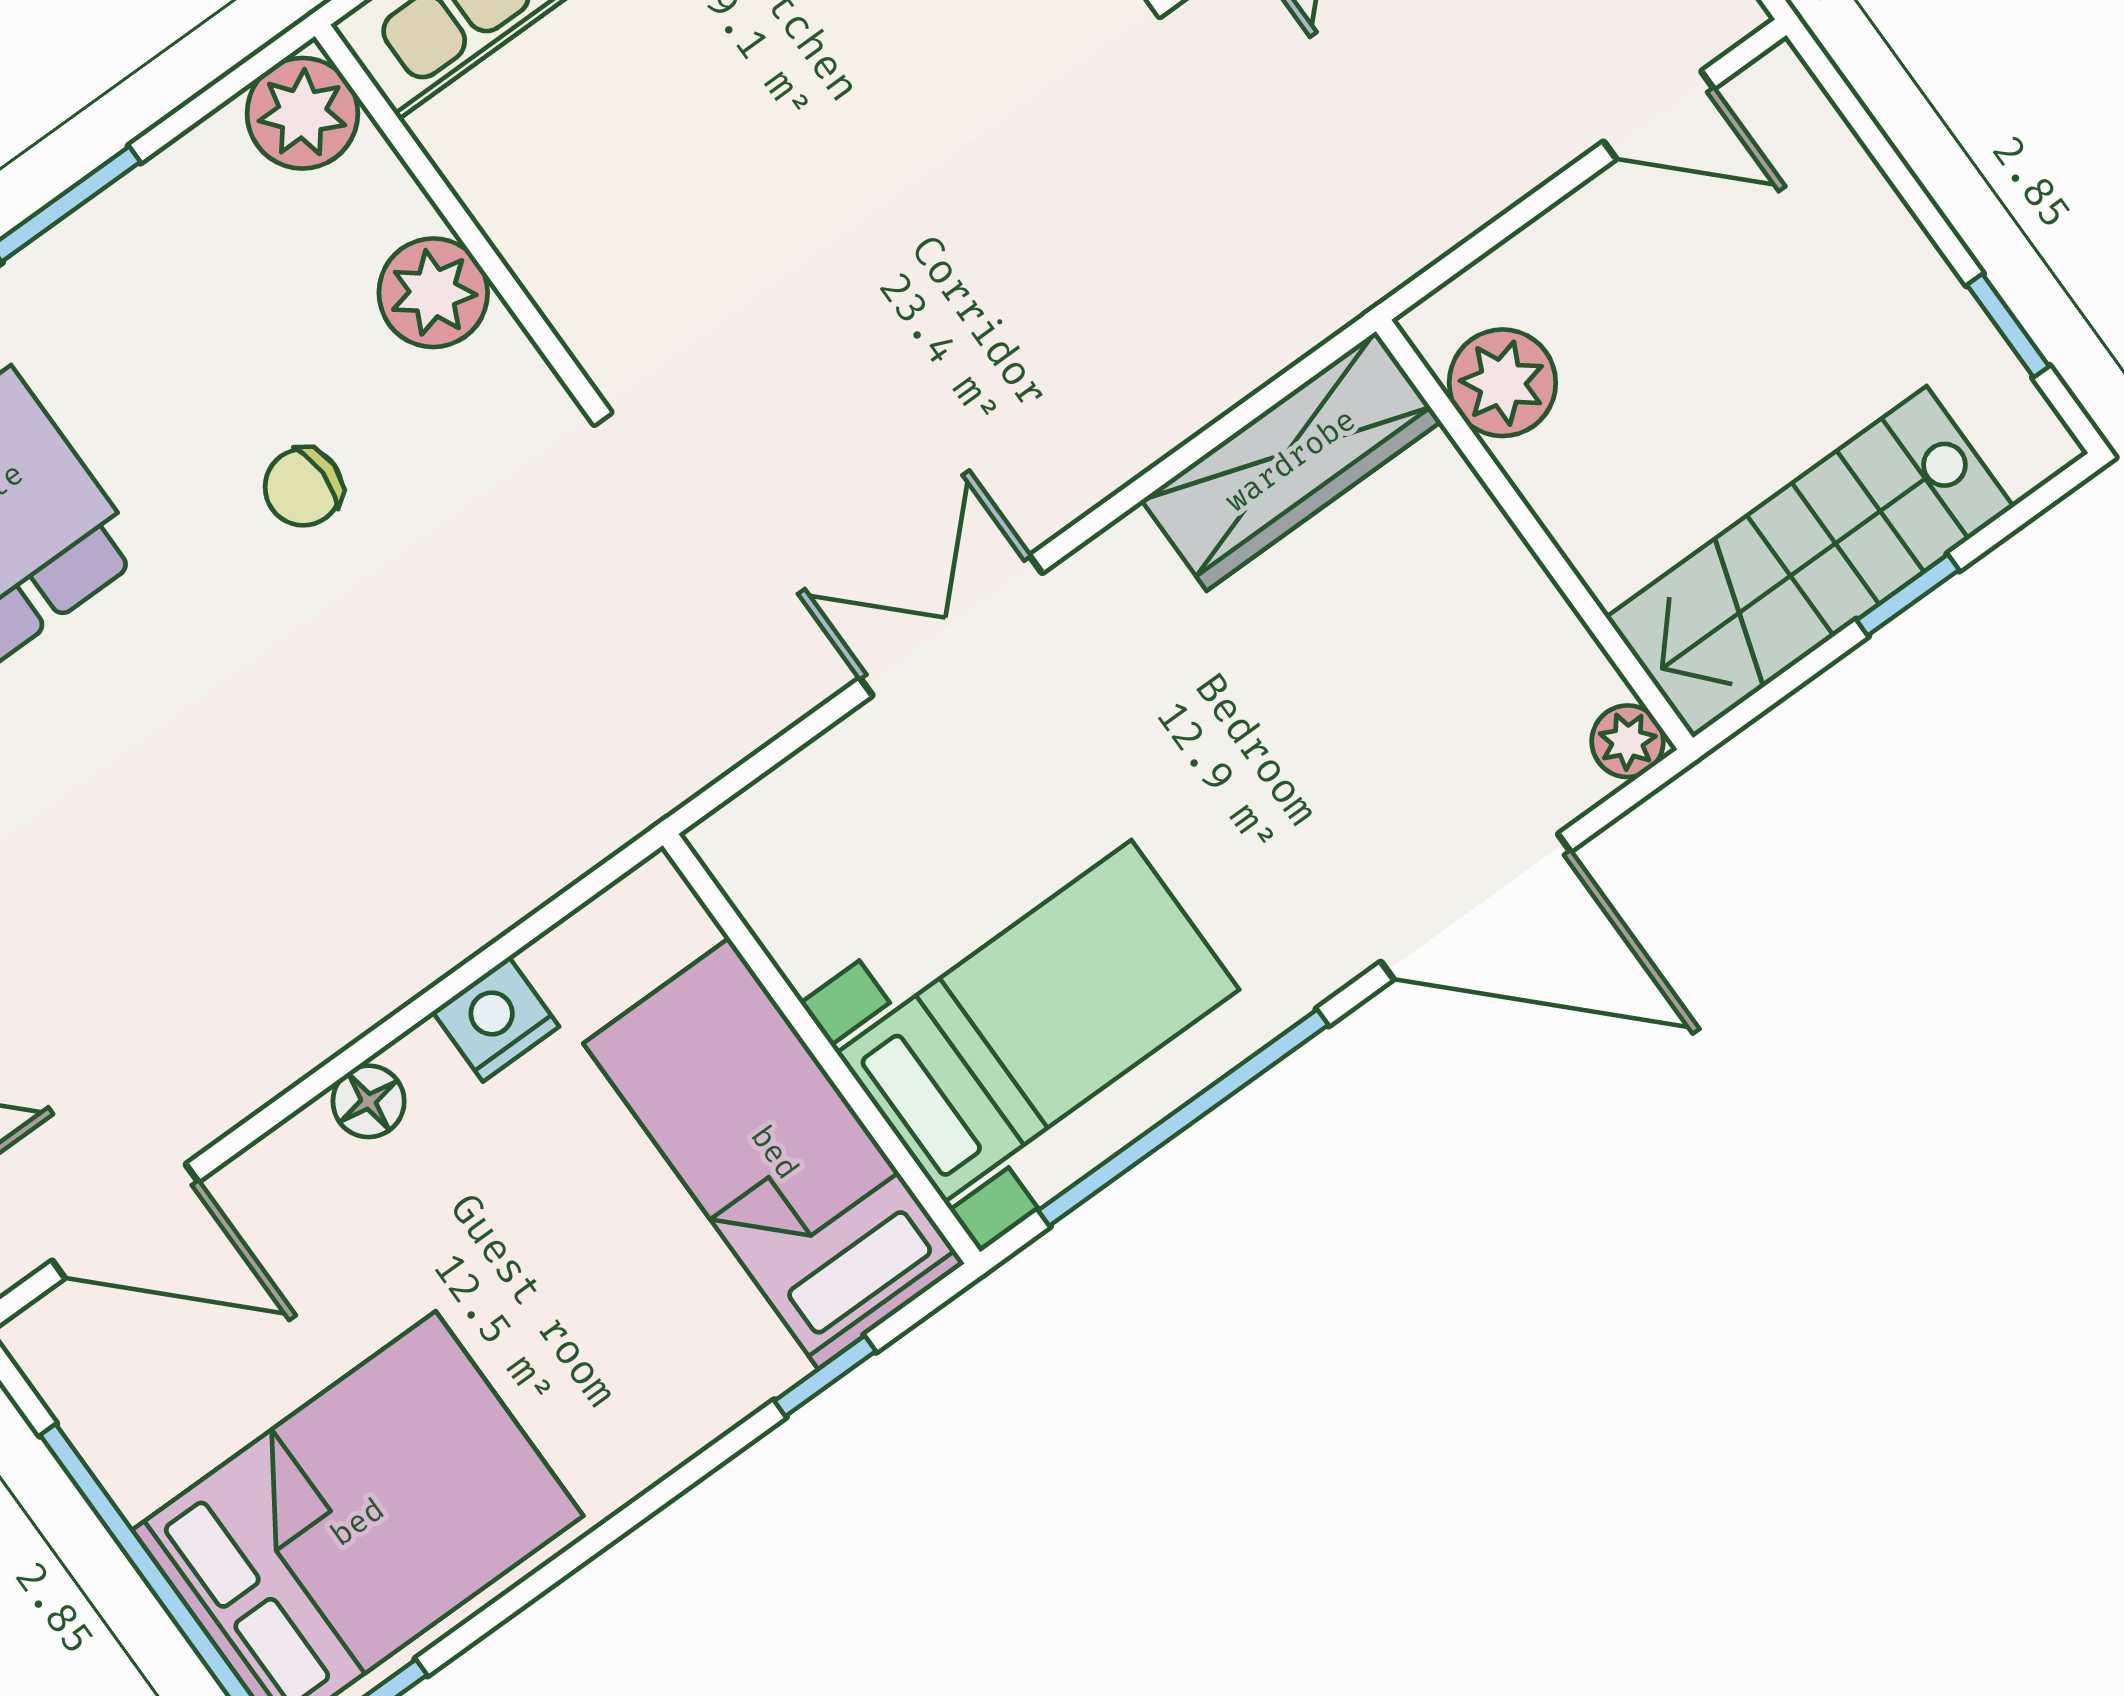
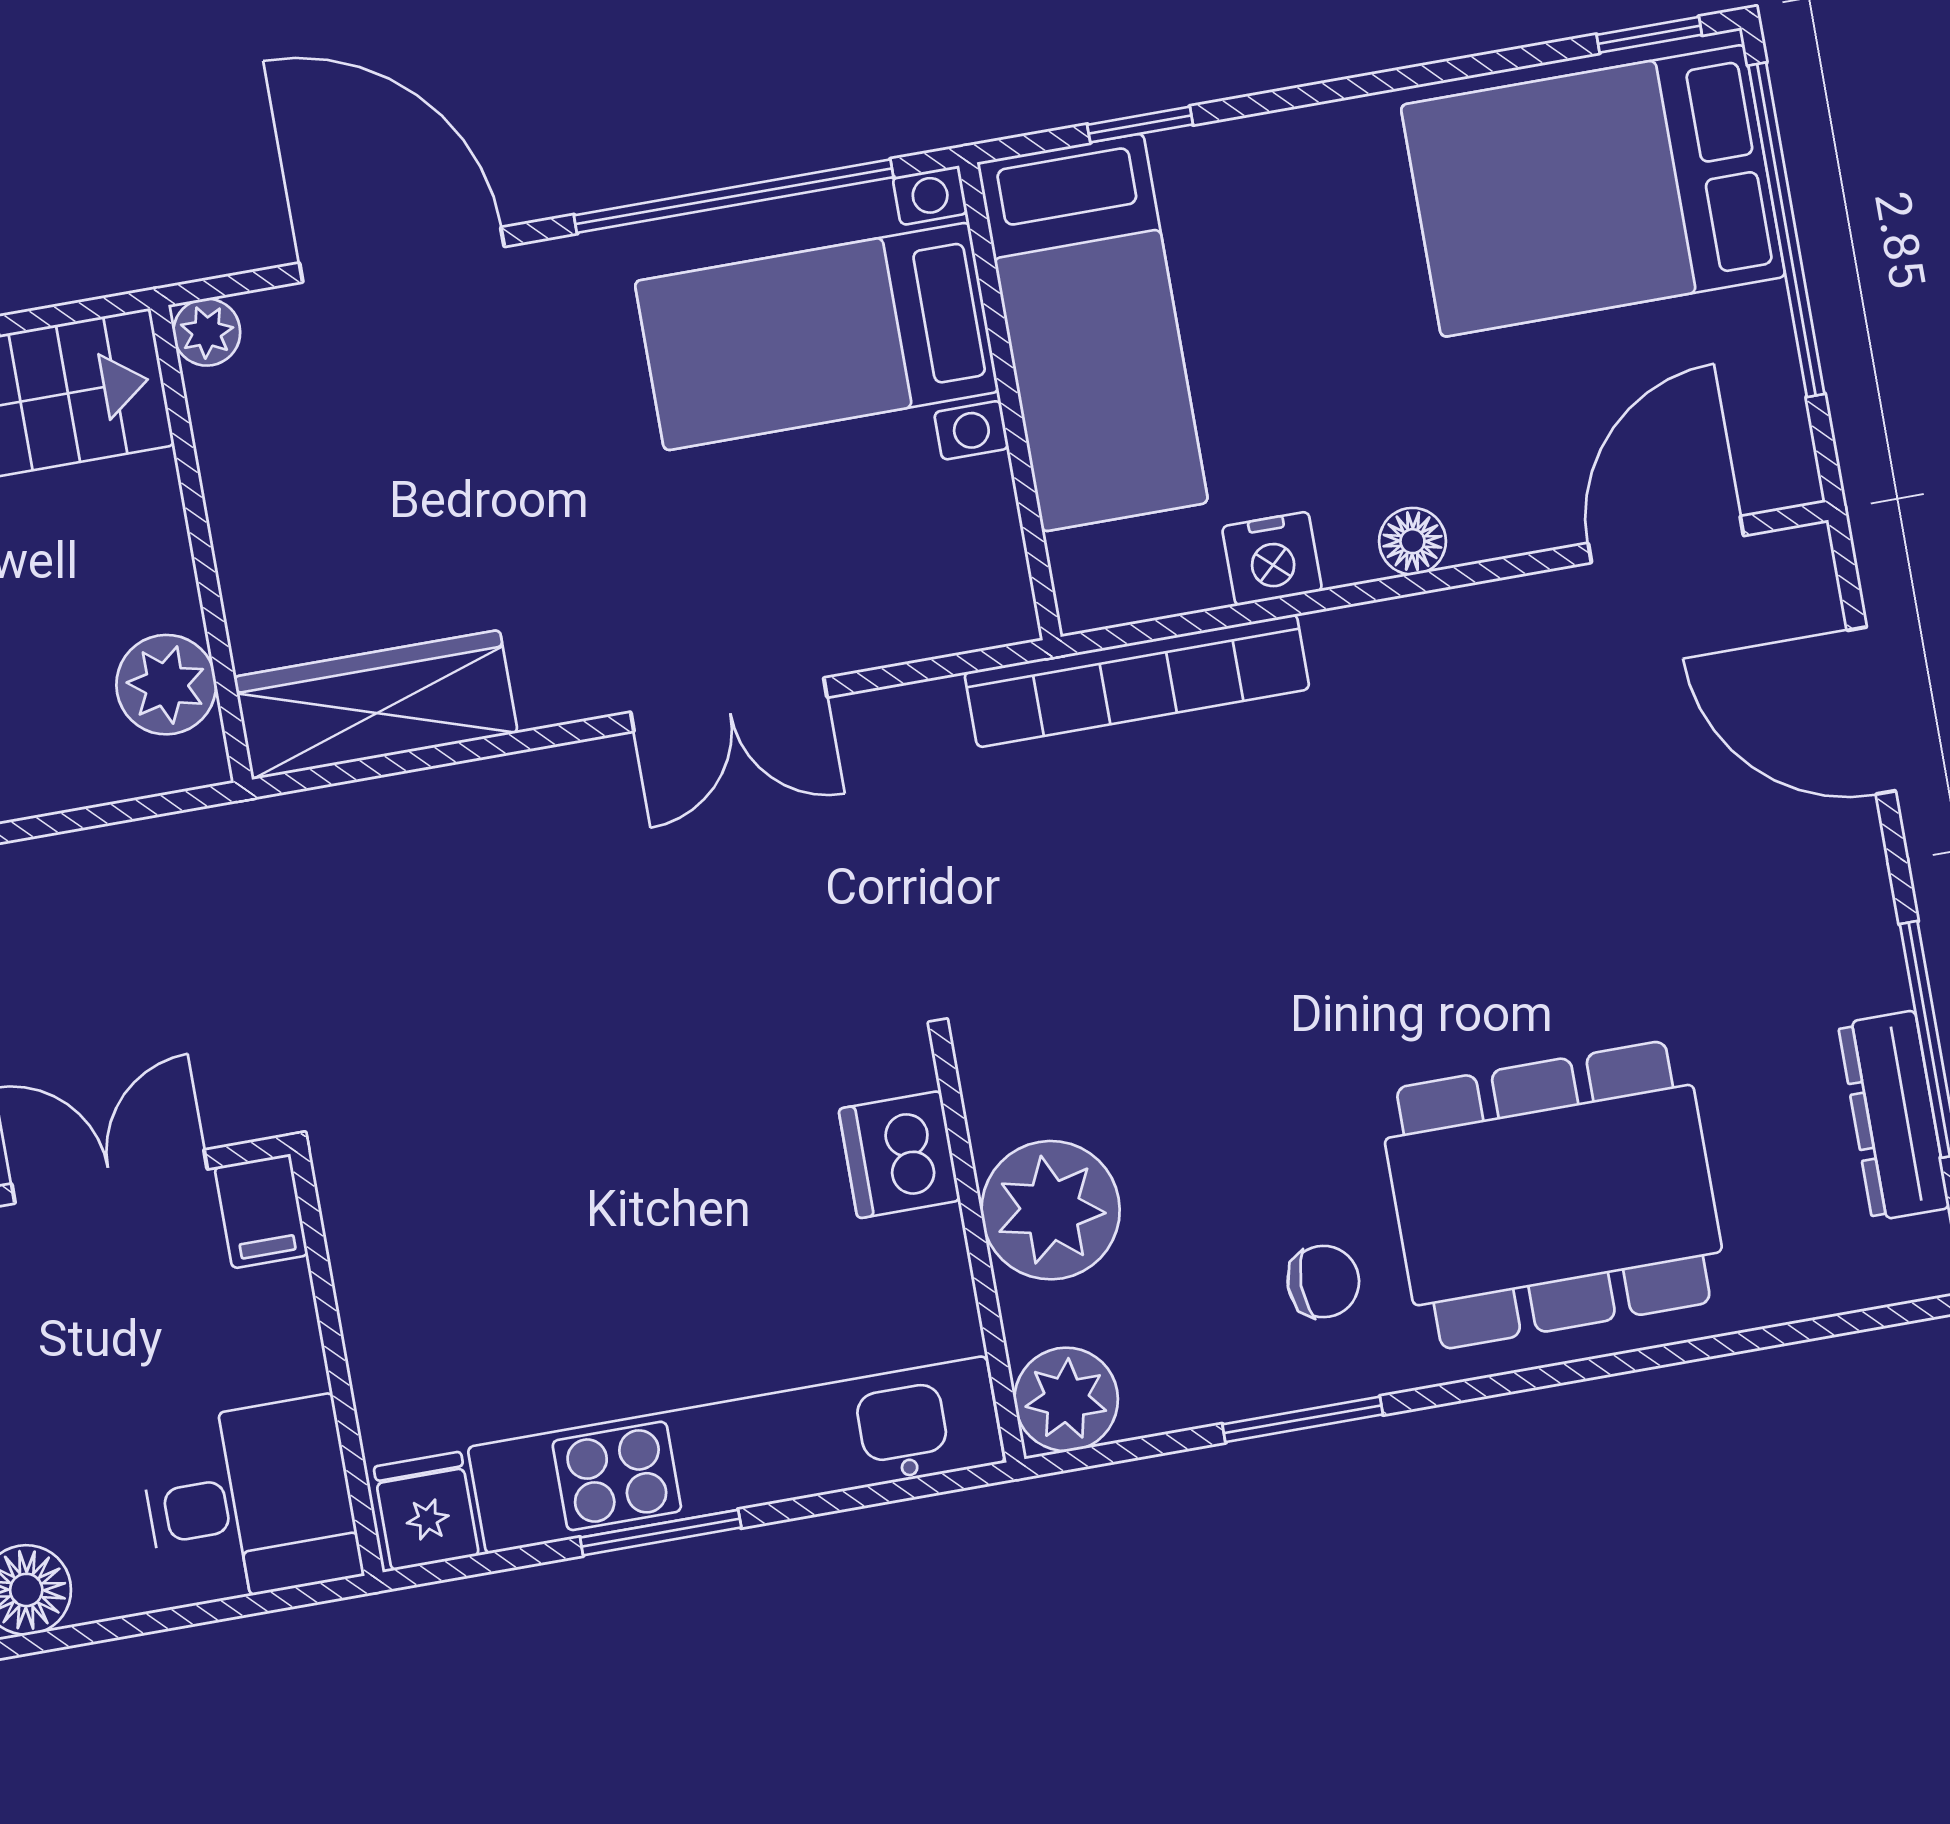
dishwasher: (577, 271) -> (899, 1155), added
plant: (433, 293) -> (1051, 1210), width x1.36, depth x1.36
chair: (303, 487) -> (1323, 1282), moved
bookcase: (569, 839) -> (1137, 681), added
door: (125, 1221) -> (1666, 539), hinge flipped

